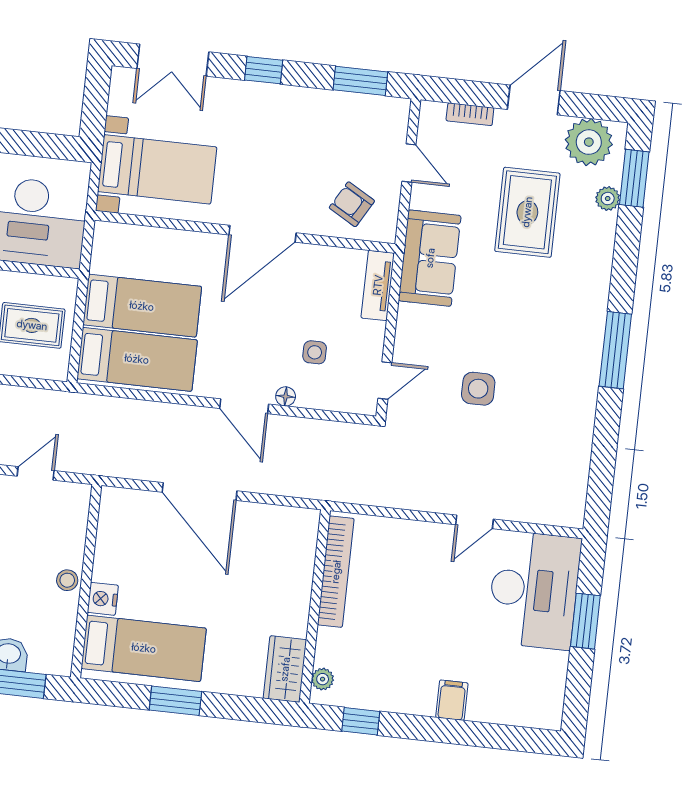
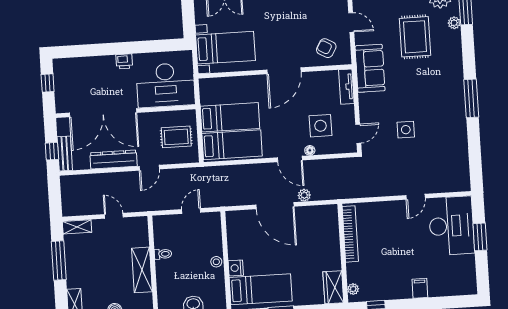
side table: (315, 352) -> (321, 126), width x1.87, depth x1.87
plant: (260, 481) -> (304, 195), added

